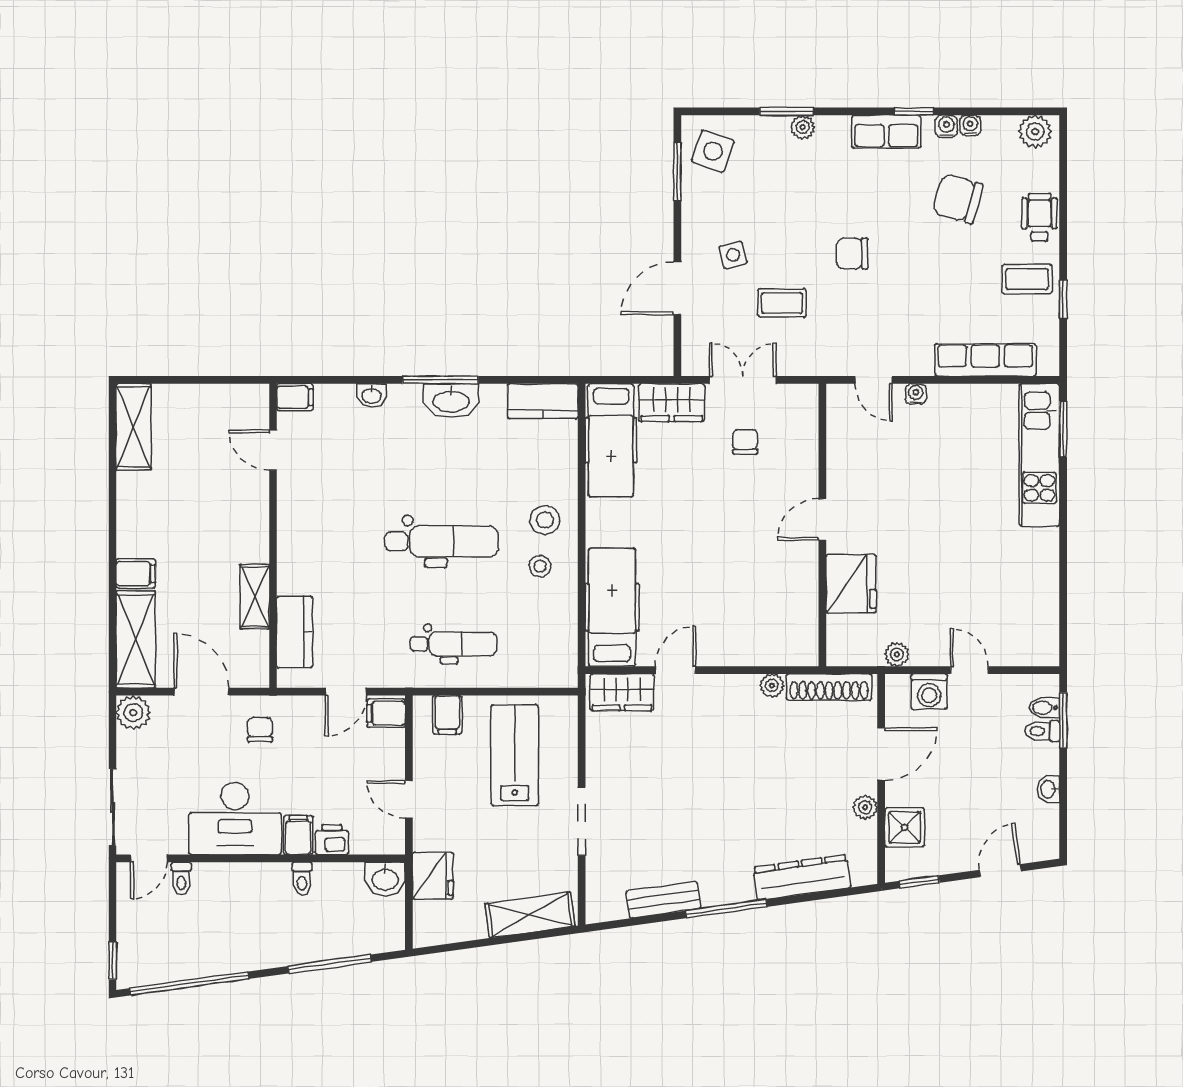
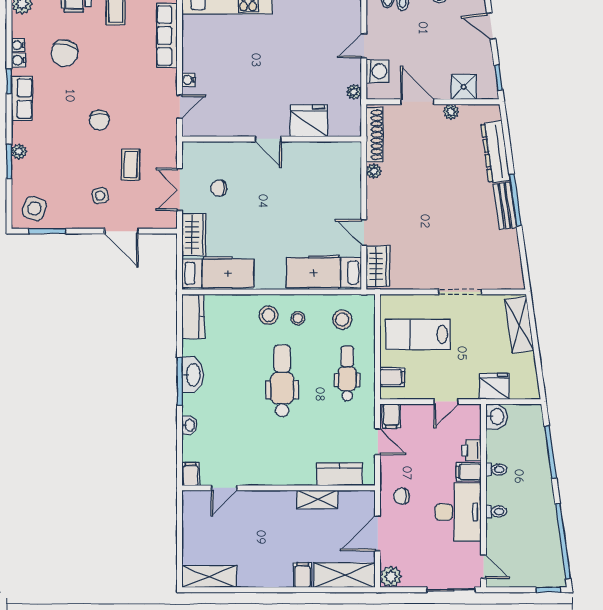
stool: (538, 636) -> (342, 320), added
toilet: (181, 879) -> (496, 512), moved
bench: (663, 900) -> (505, 206), moved

